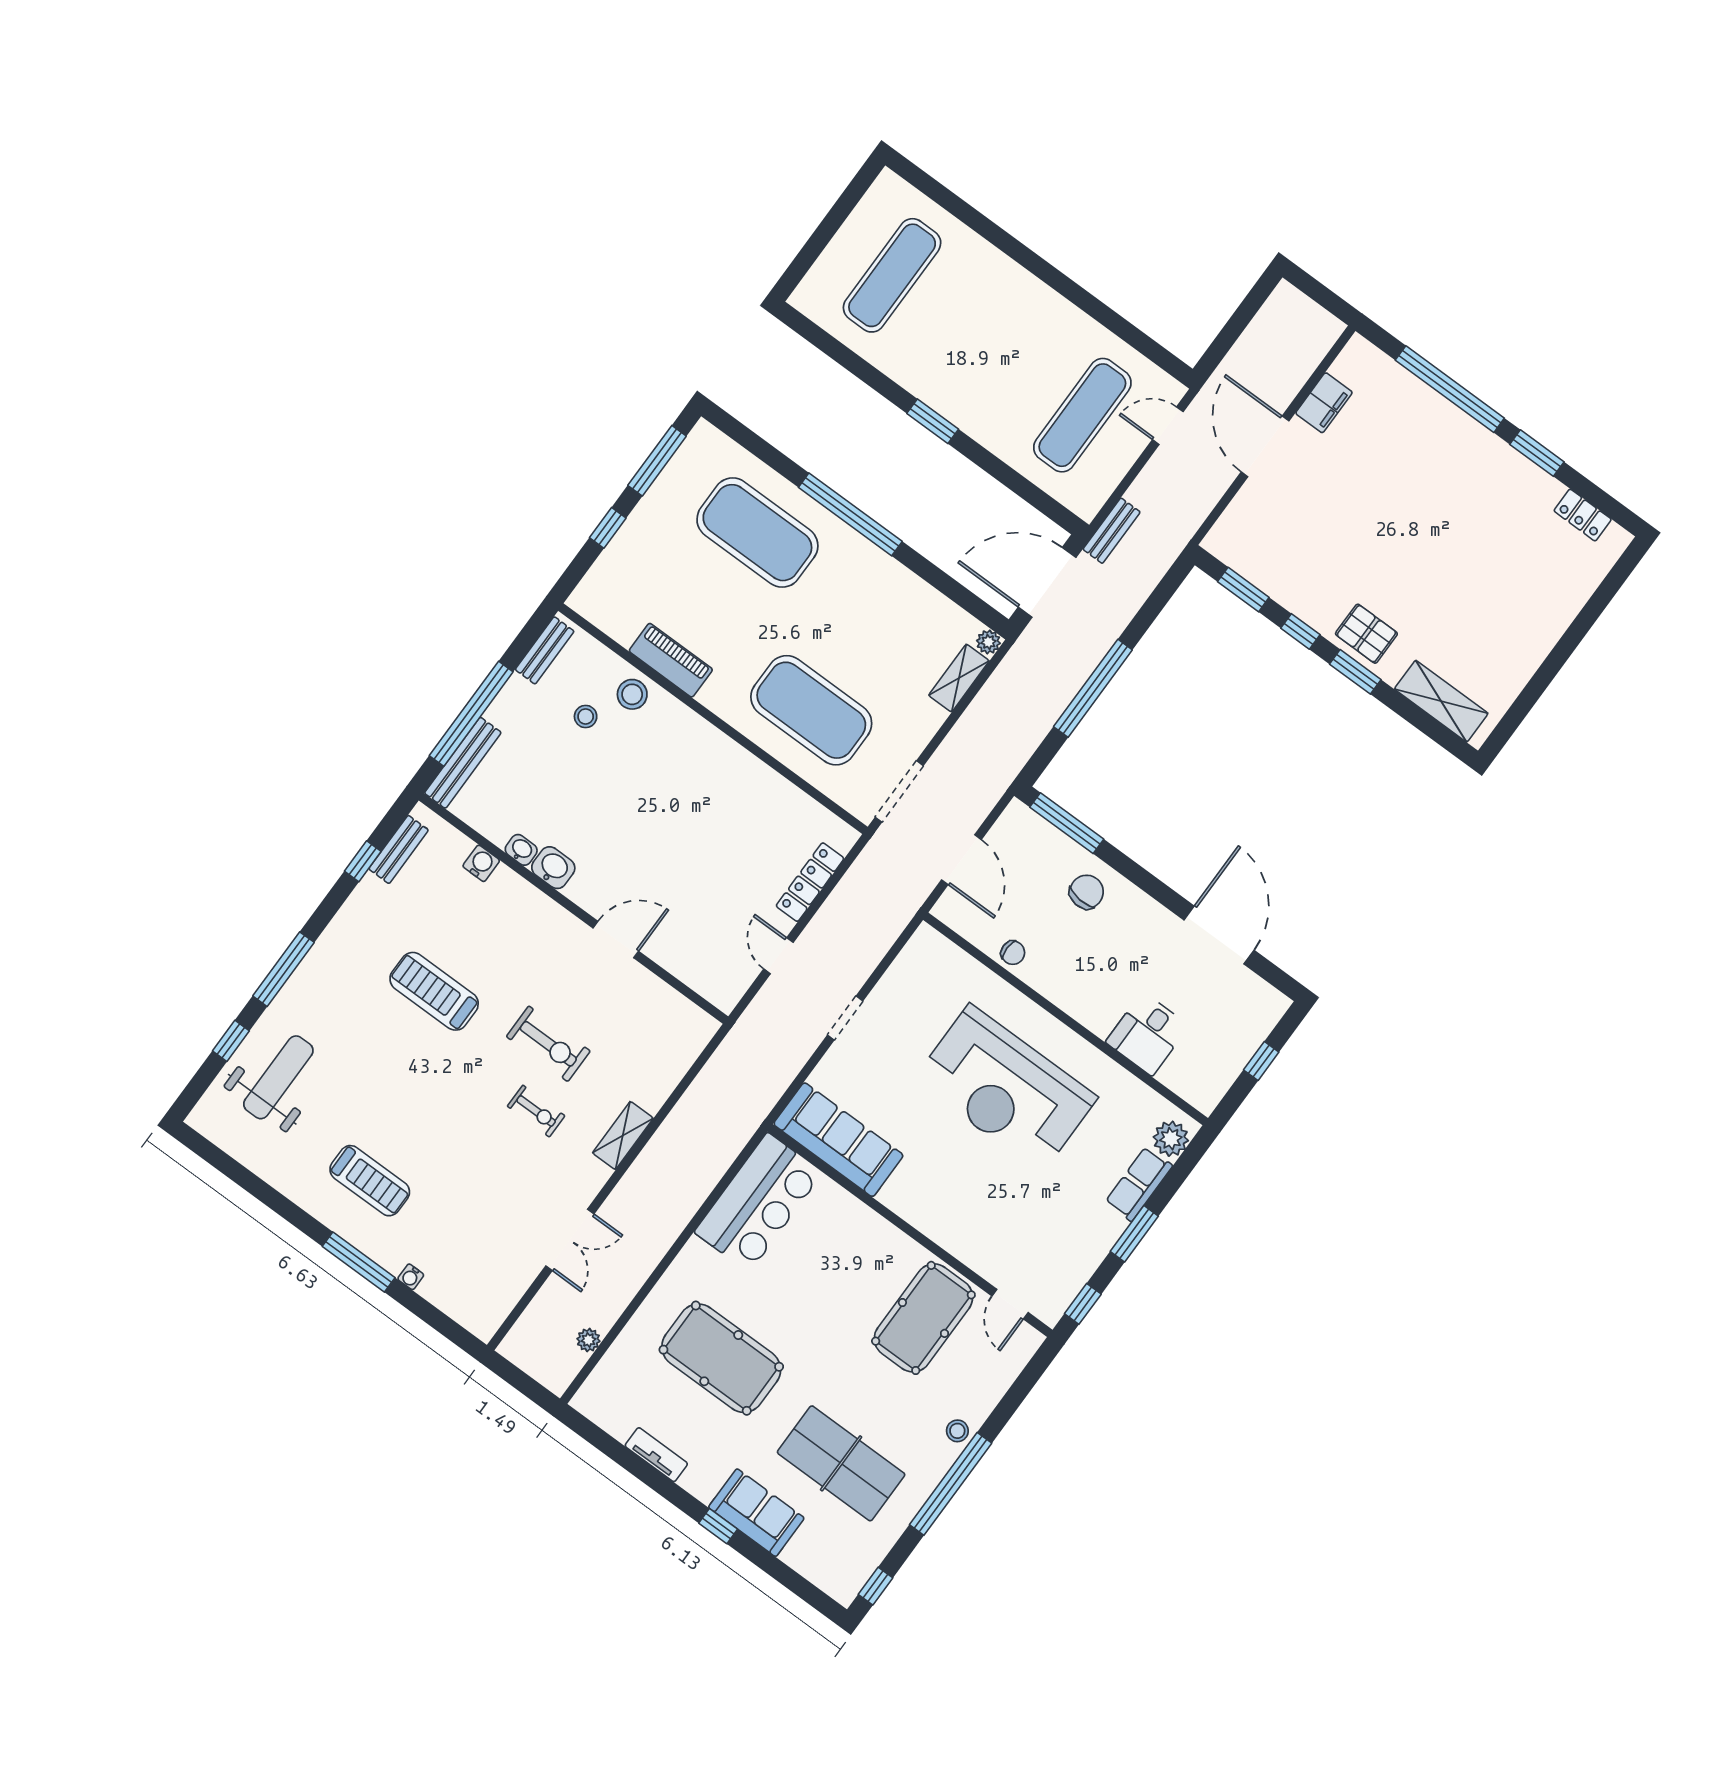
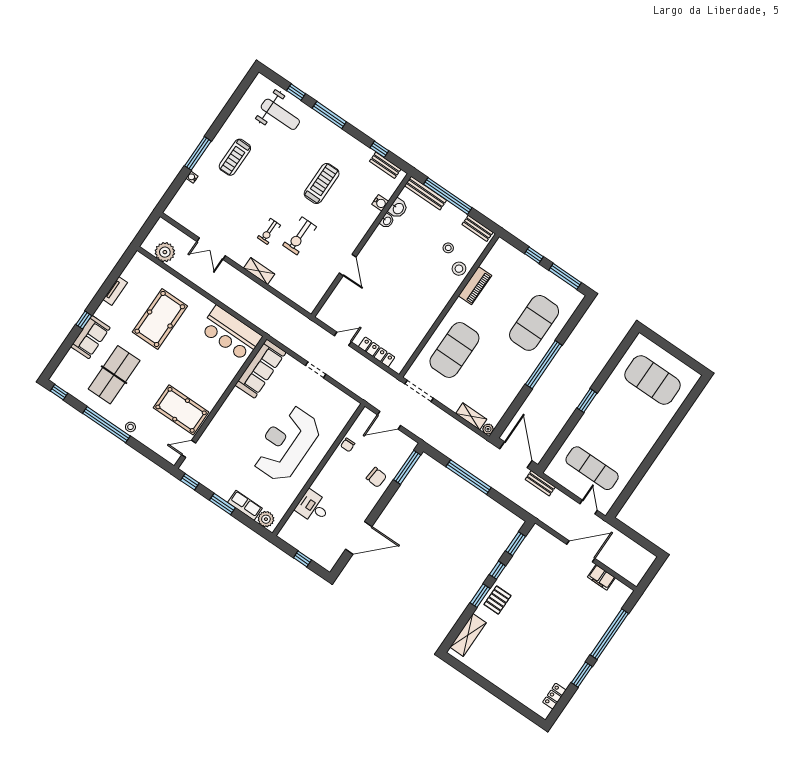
exercise mat: (892, 275) -> (653, 380), width x1.47
washbasin: (553, 868) -> (398, 208), moved
plant: (588, 1340) -> (165, 252), width x1.87, depth x1.87

